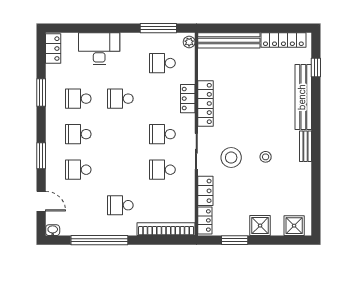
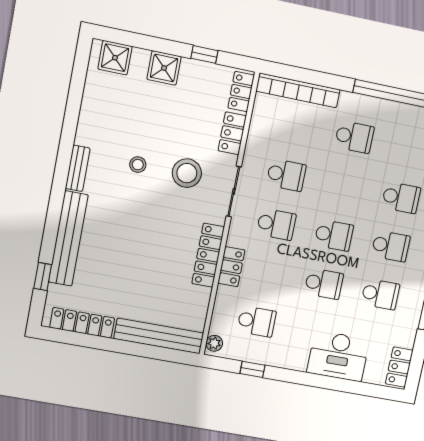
window: (158, 28) -> (252, 369), width x0.46
school desk: (120, 134) -> (334, 235), added
window: (235, 240) -> (204, 54), width x0.67

